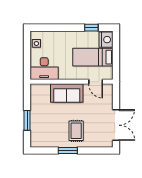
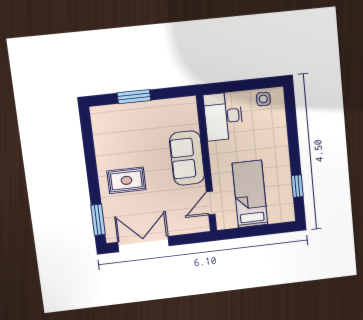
nightstand: (106, 40) -> (280, 212), removed
double door: (116, 125) -> (144, 244), swing flipped
window: (68, 151) -> (98, 220), moved

